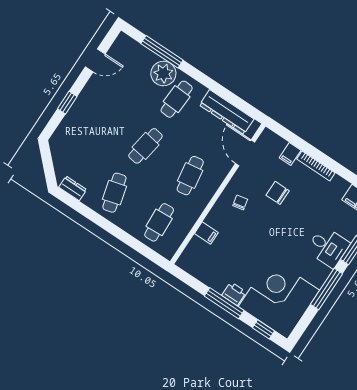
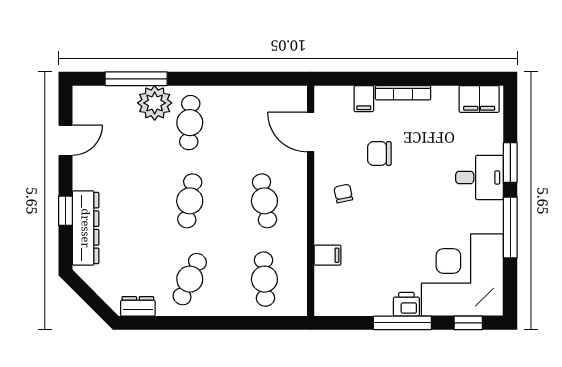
dresser: (227, 112) -> (86, 228), moved, turned -90
cafe table: (114, 193) -> (190, 279), turned 39

